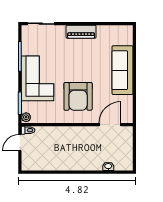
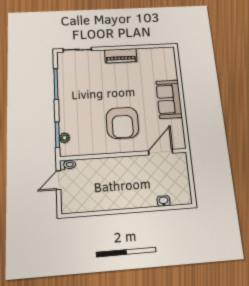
sofa: (122, 70) -> (169, 99), width x0.73
corner sofa: (37, 78) -> (76, 106), removed
plant: (26, 117) -> (64, 138), moved

